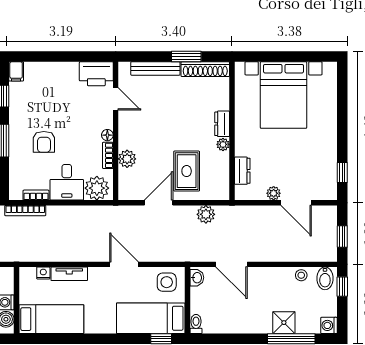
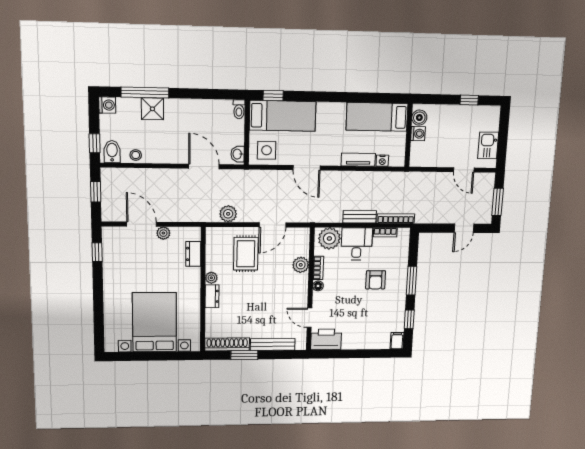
armchair: (44, 142) -> (376, 280), turned 180
bench: (65, 212) -> (360, 217), added

